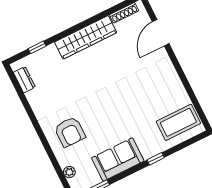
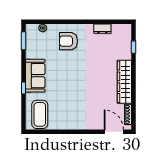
door: (161, 33) -> (114, 132), moved
dresser: (24, 80) -> (102, 29), moved
sofa: (118, 159) -> (35, 76), moved

